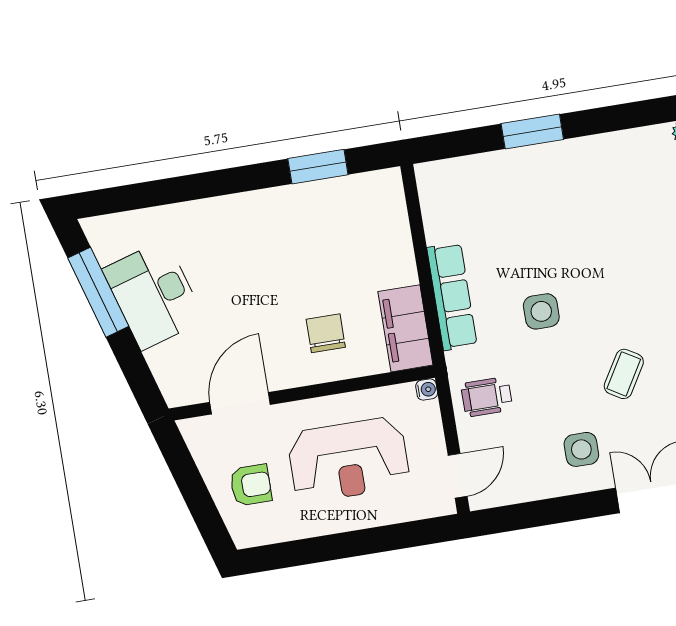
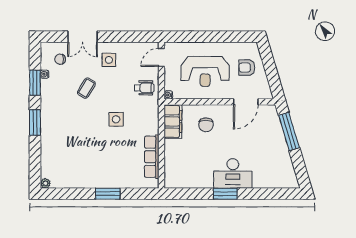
window: (318, 167) -> (225, 194), moved
window: (98, 292) -> (289, 131), moved
desk: (154, 295) -> (233, 173), moved, turned 106
row of seats: (452, 296) -> (152, 157), moved
reception desk: (349, 460) -> (205, 71), turned 180

